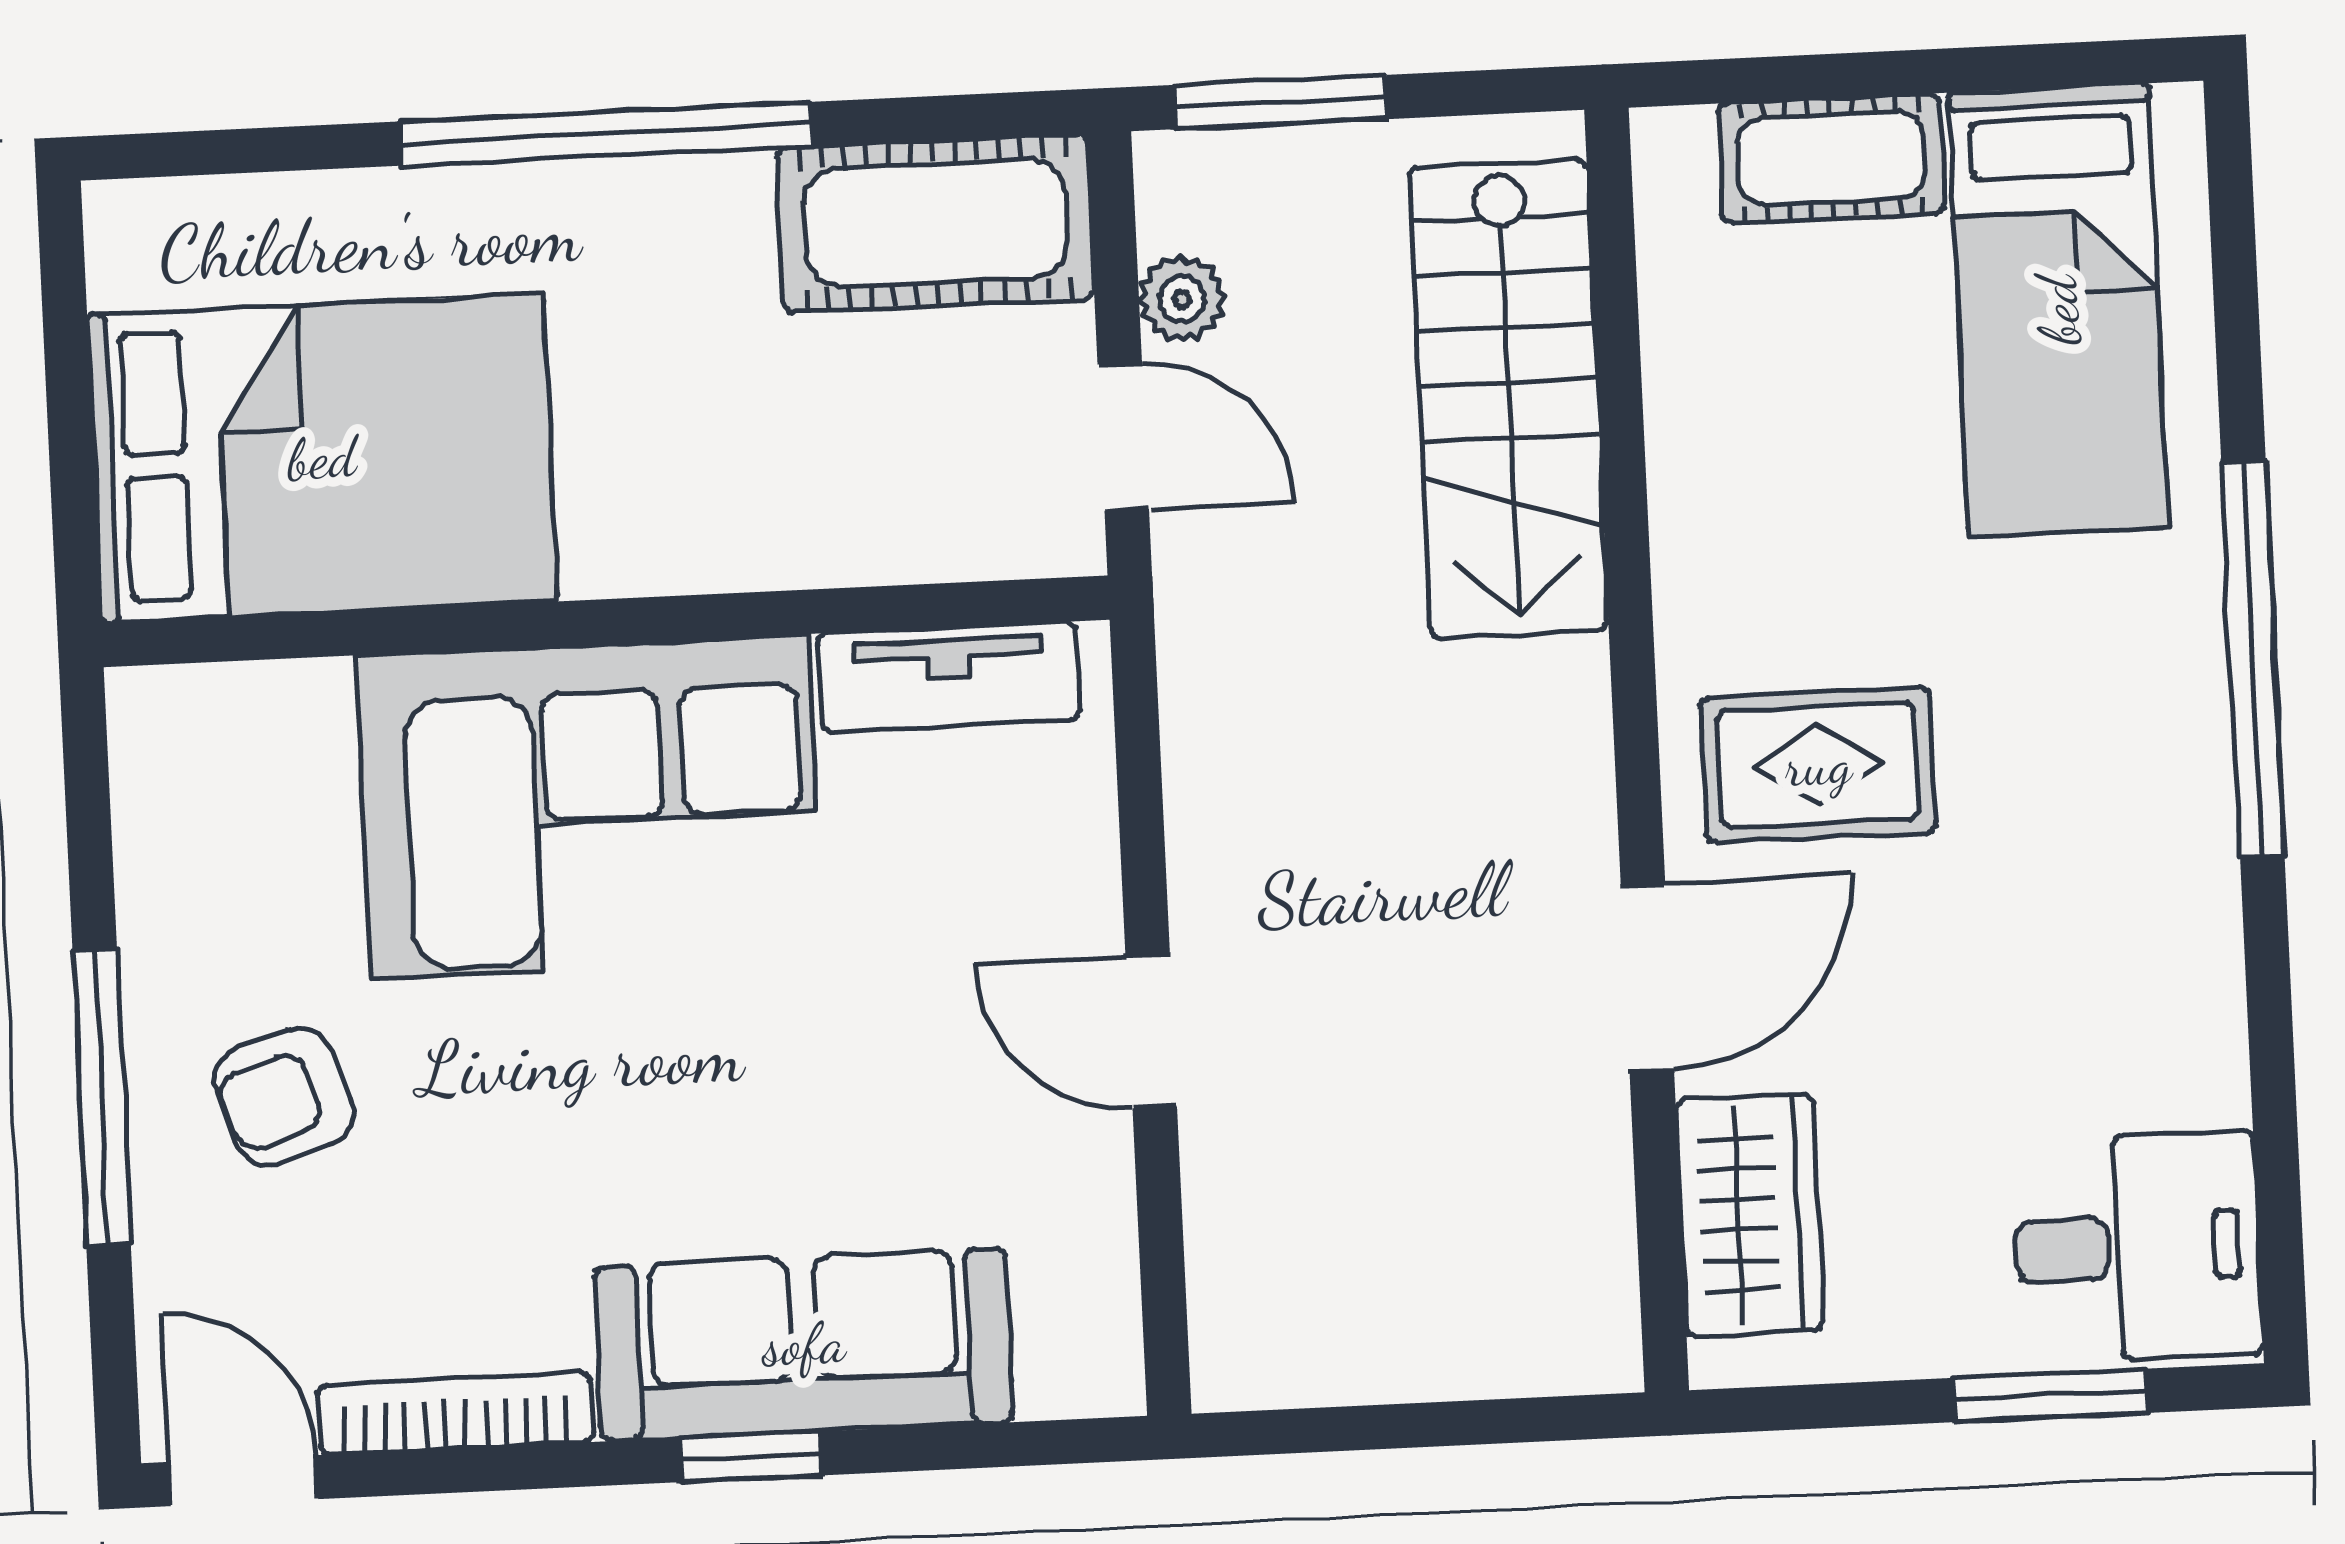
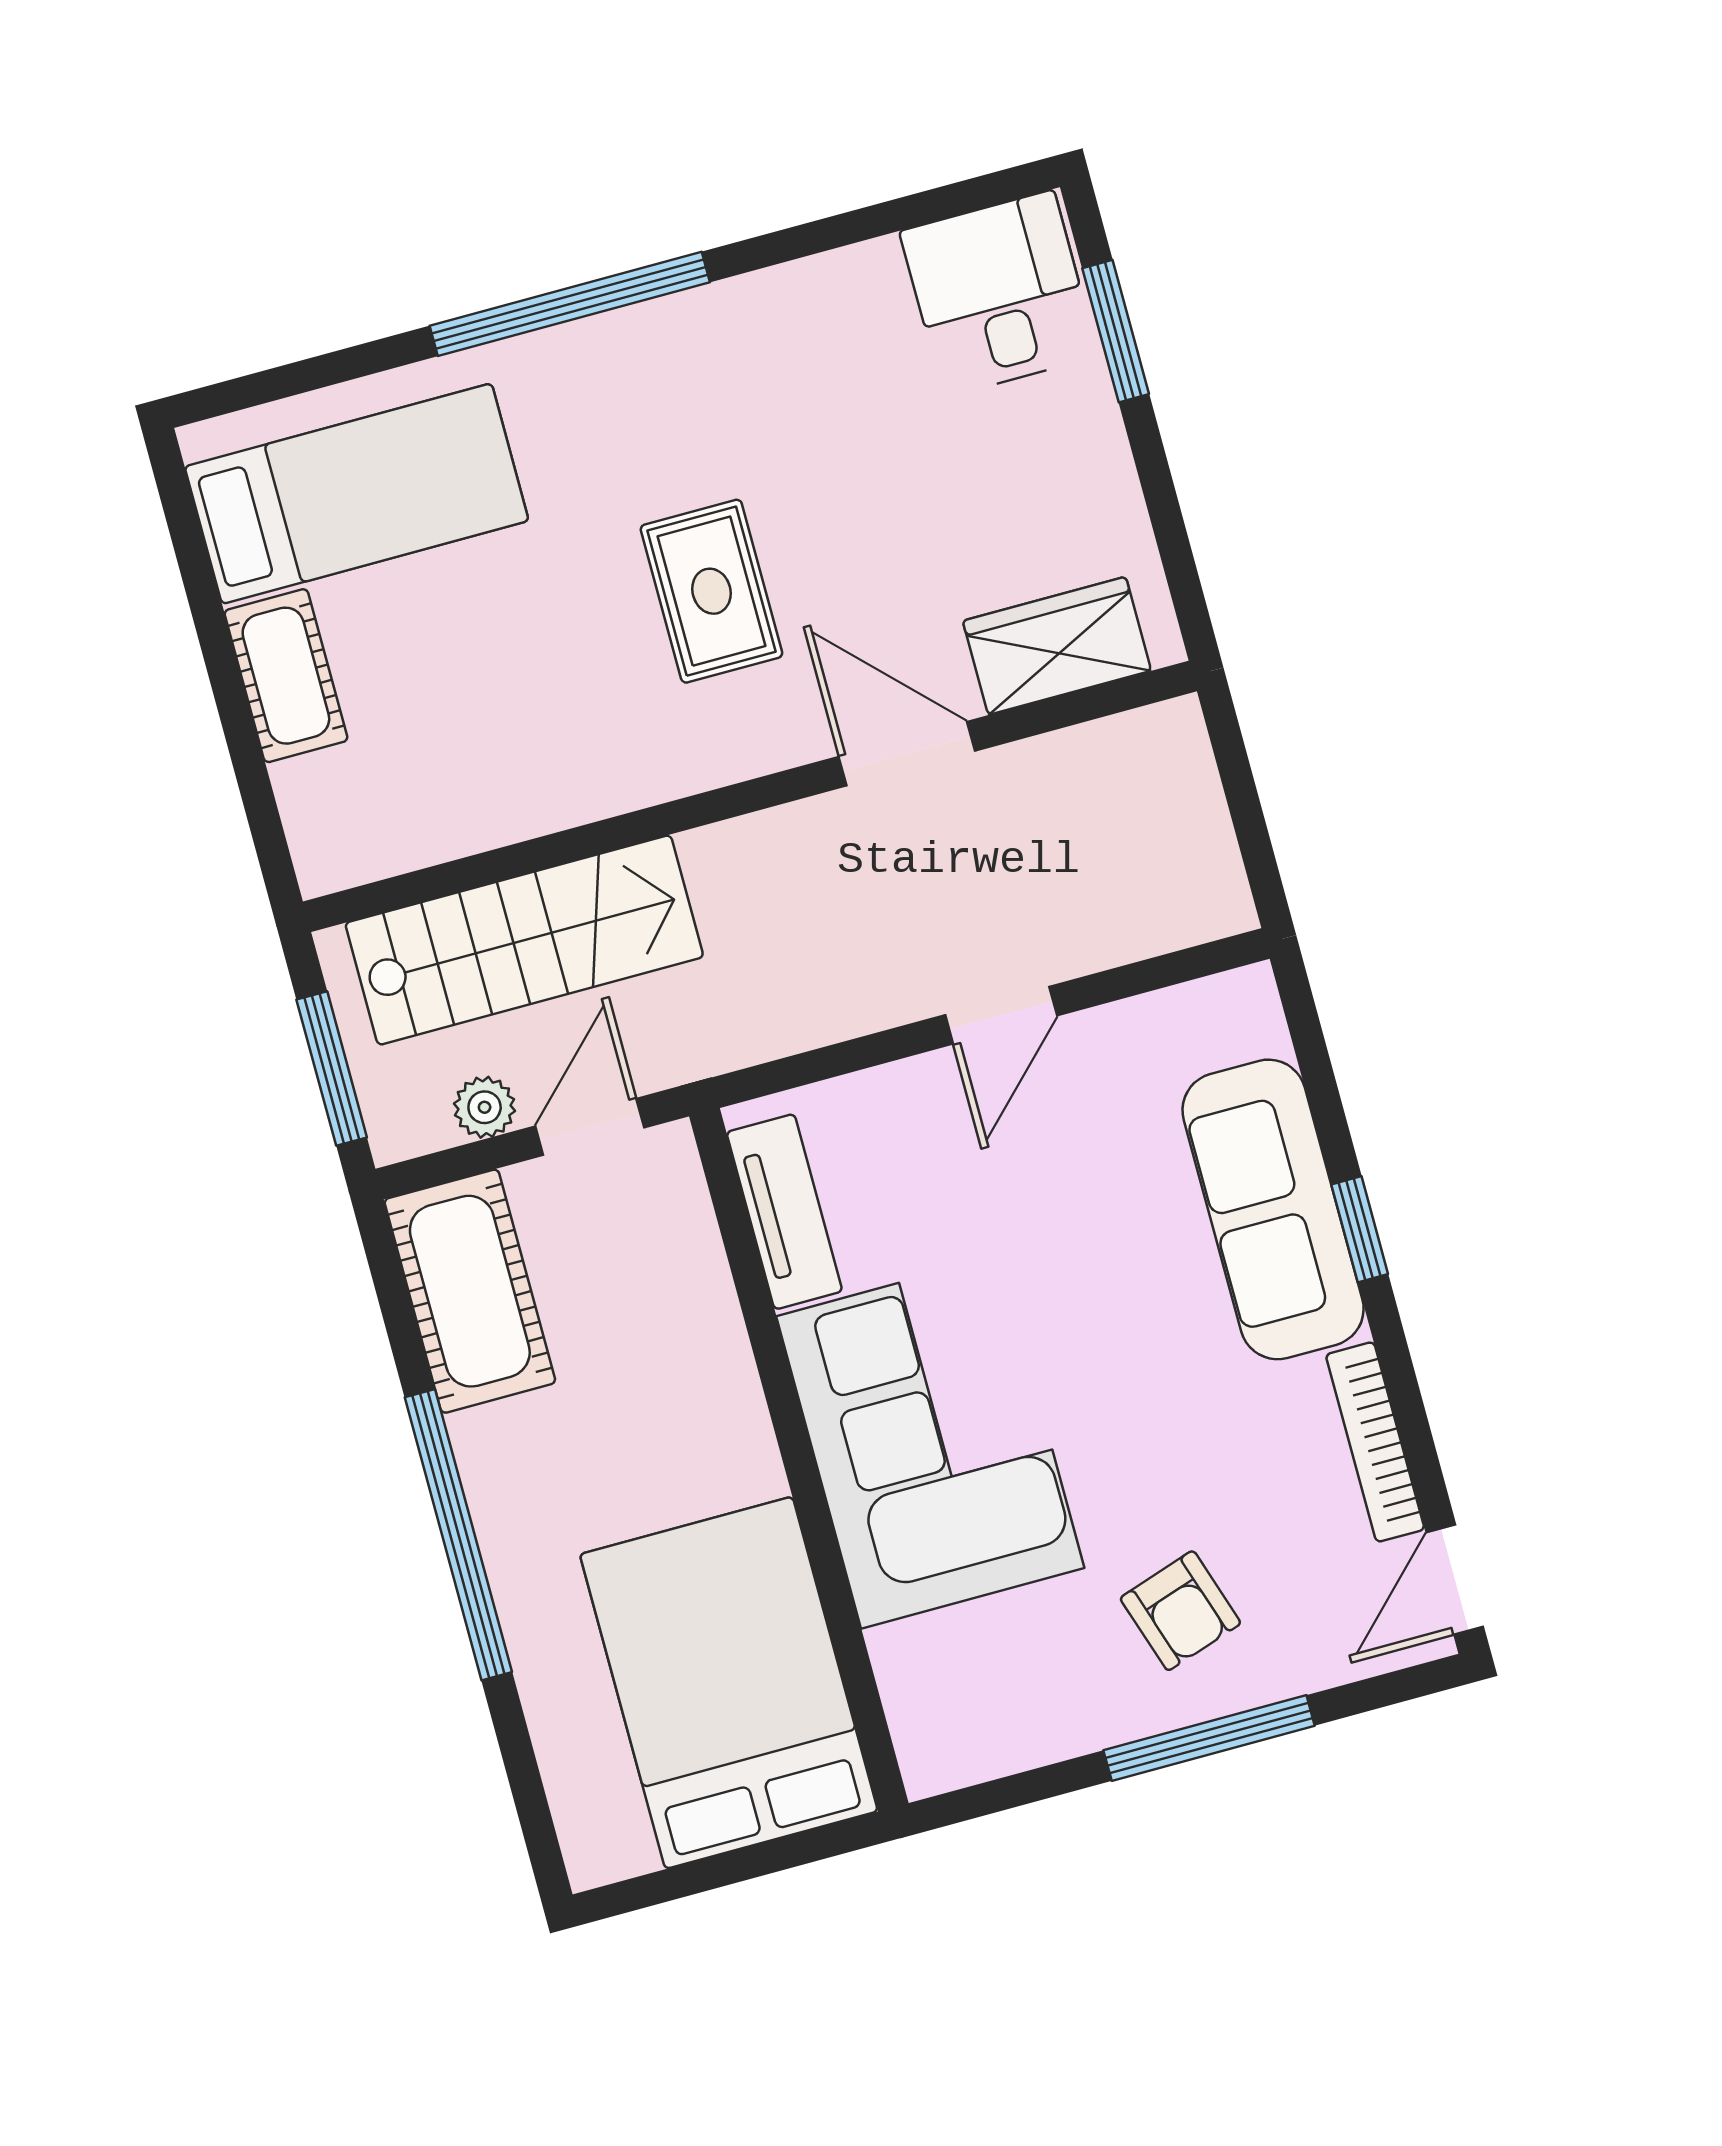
stairs: (1509, 399) -> (524, 940), moved
wall: (1637, 750) -> (750, 796), moved
door: (1647, 977) -> (907, 754), moved
wardrobe: (1749, 1215) -> (1057, 646), moved

